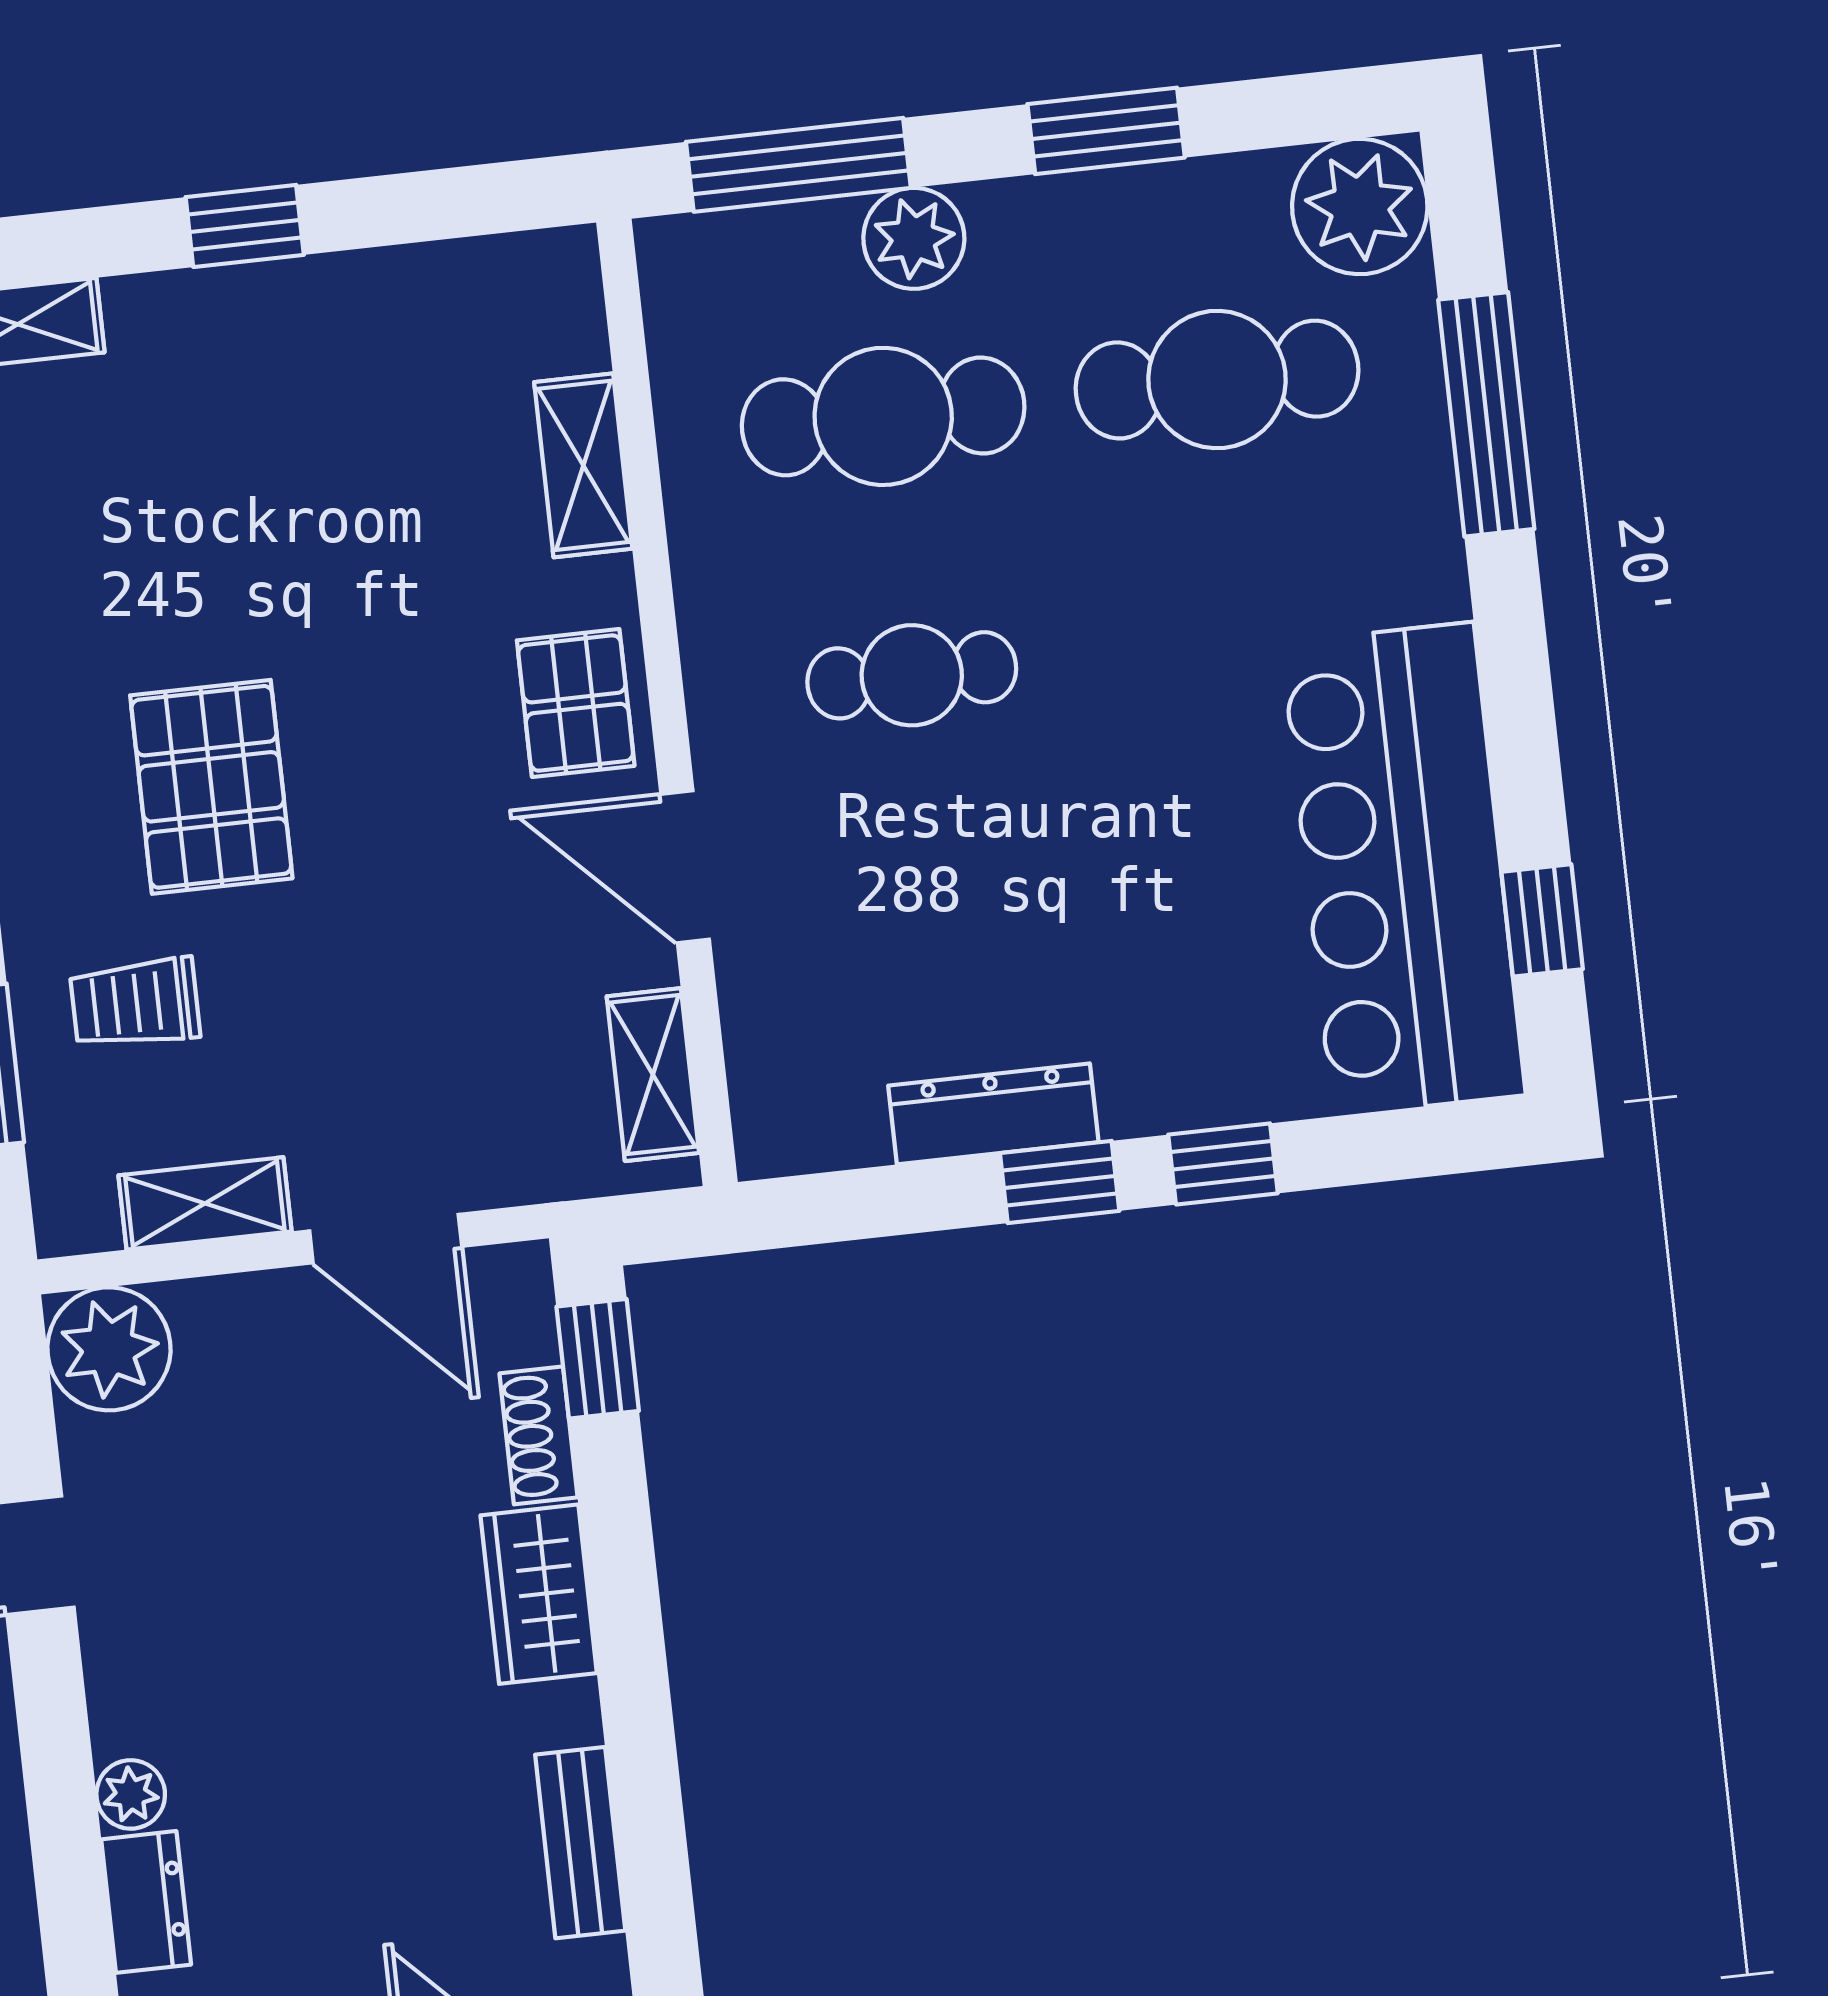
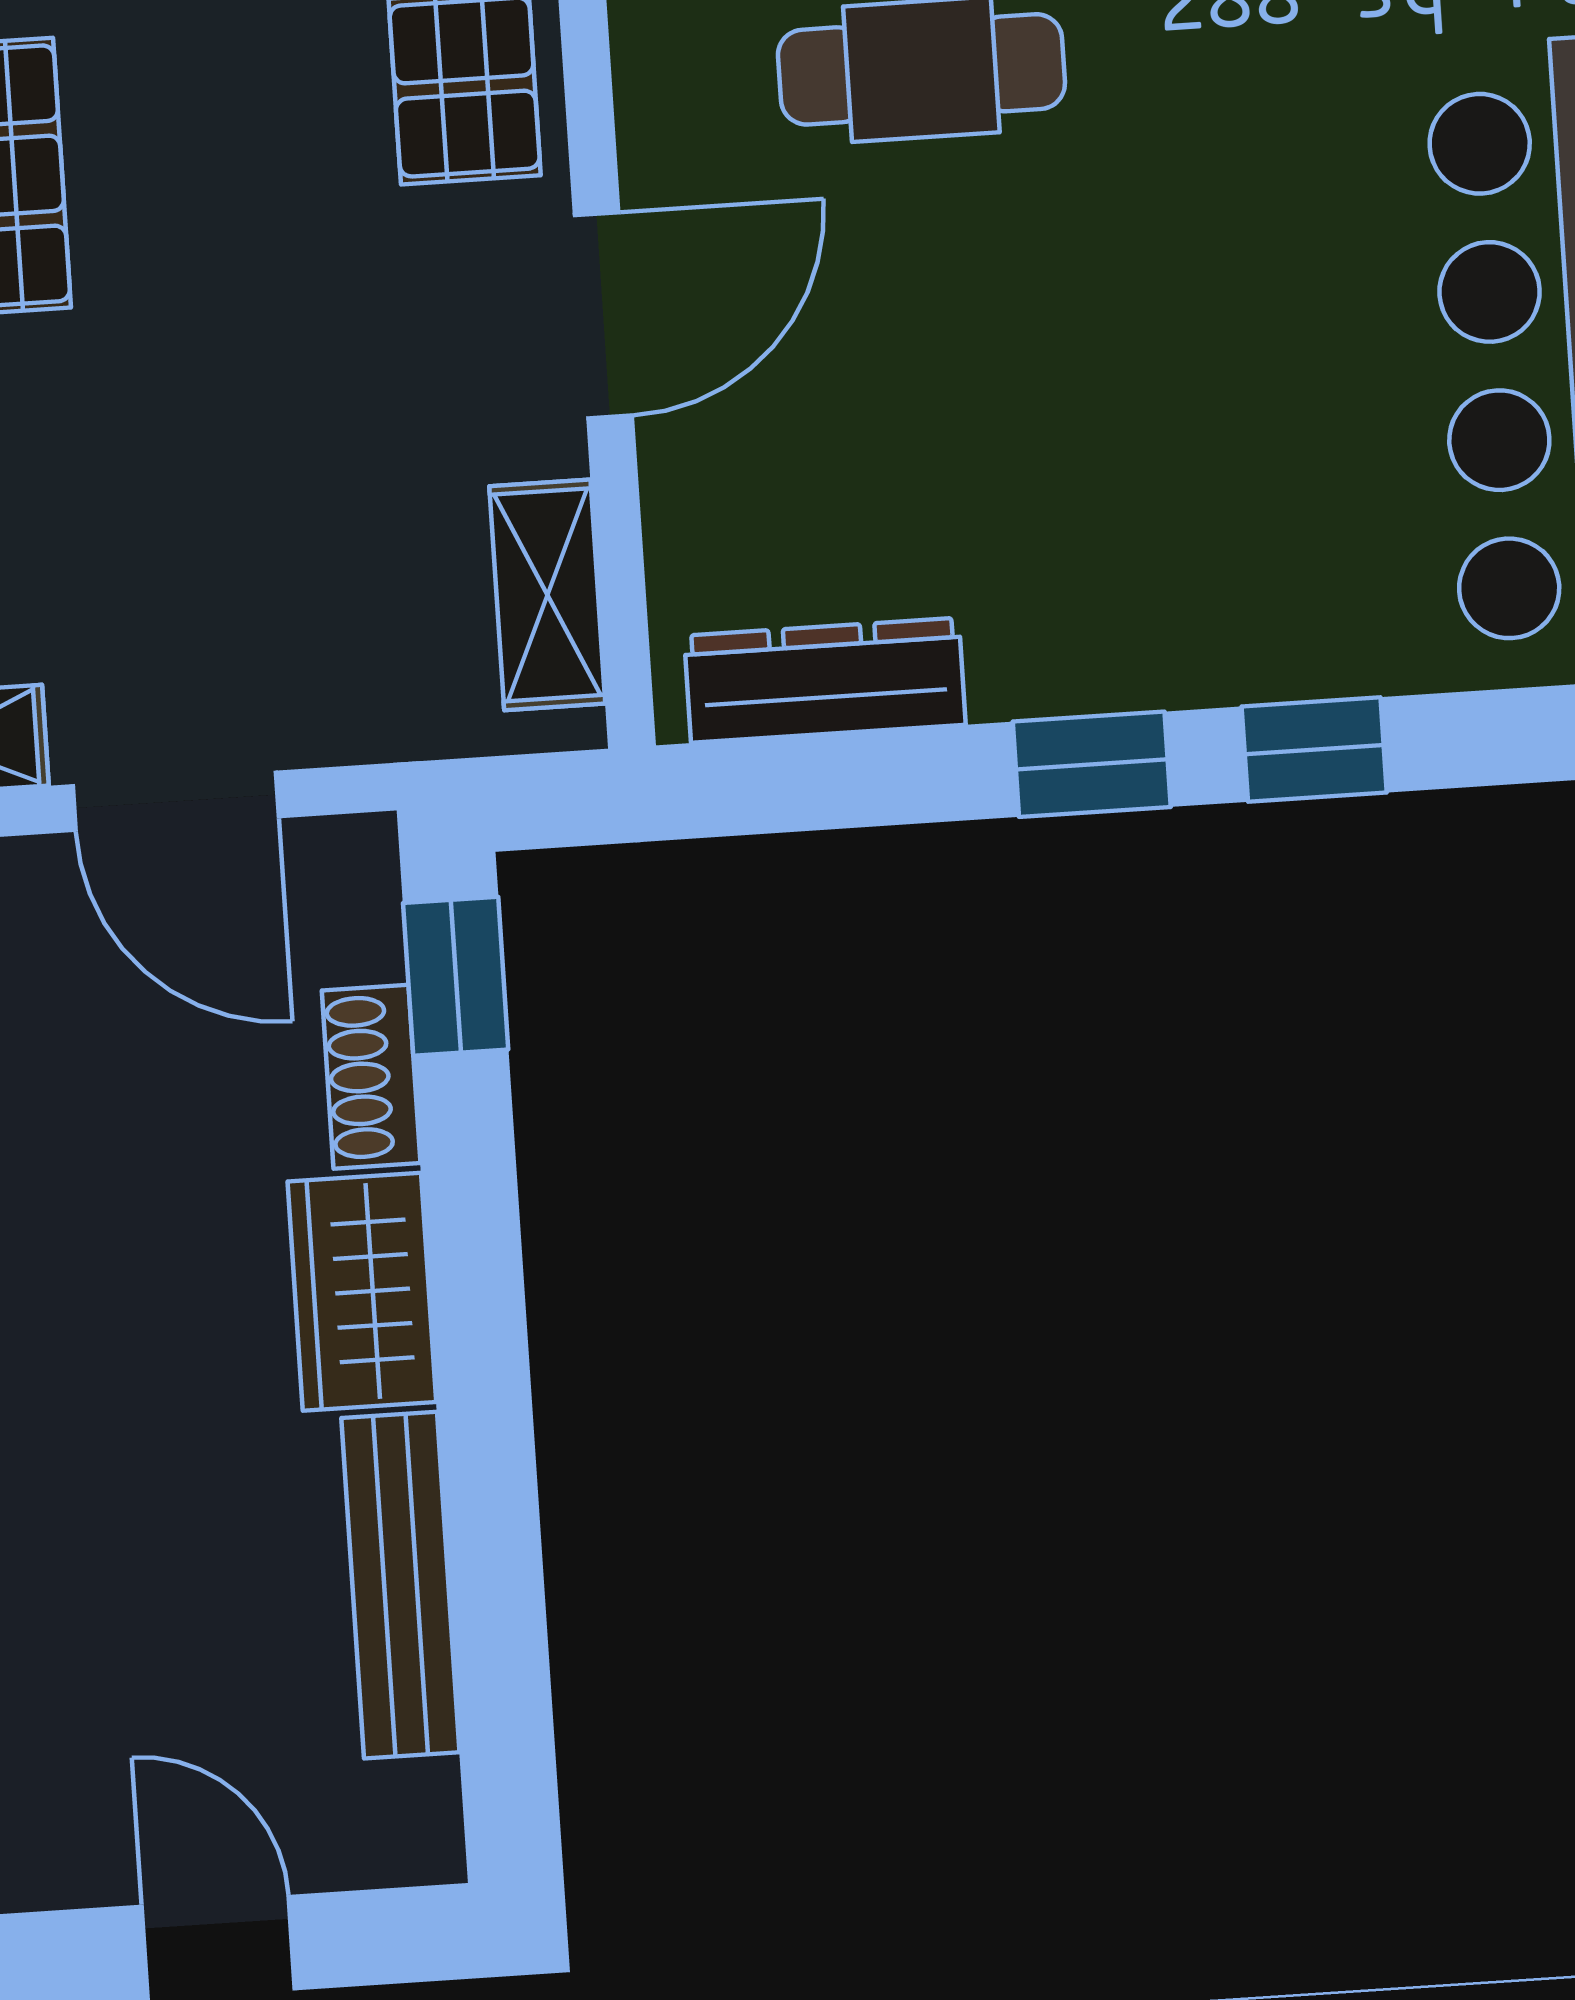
door: (685, 867) -> (603, 315), swing flipped
dresser: (993, 1114) -> (825, 680), moved
bench: (580, 1843) -> (400, 1585), width x1.36

